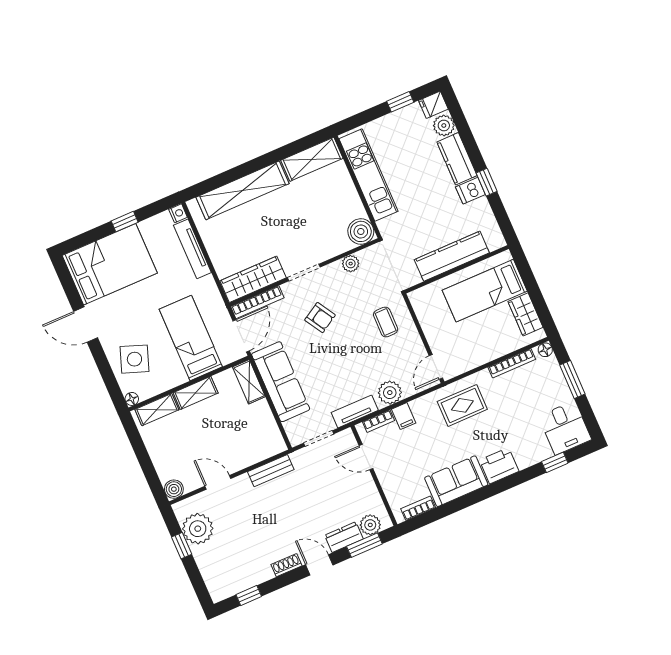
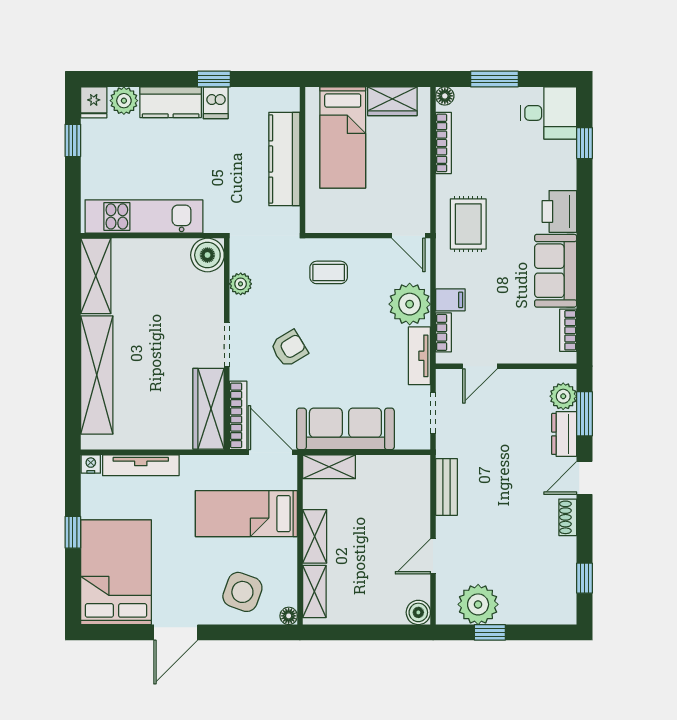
plant: (390, 393) -> (410, 304), width x1.36, depth x1.36

